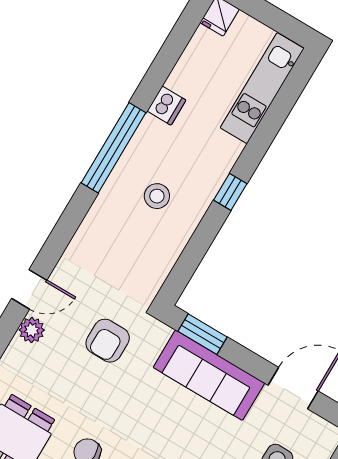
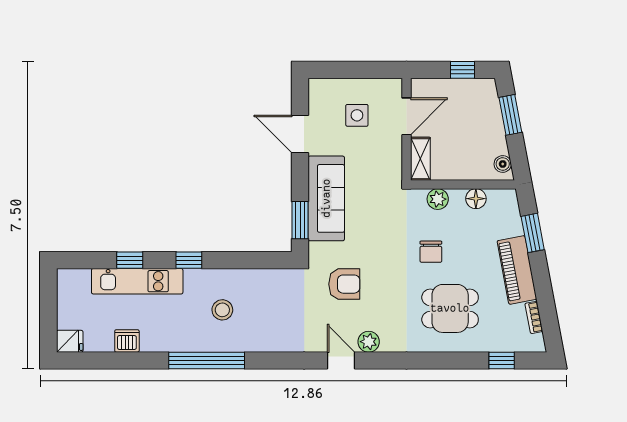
kitchen unit: (262, 88) -> (137, 281), moved
dishwasher: (167, 106) -> (127, 341), moved
window: (267, 130) -> (130, 260), added

